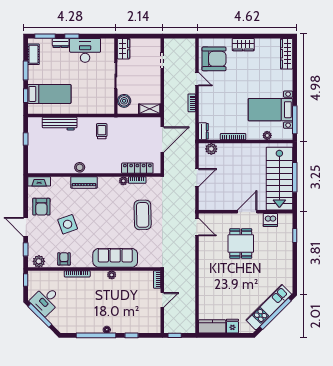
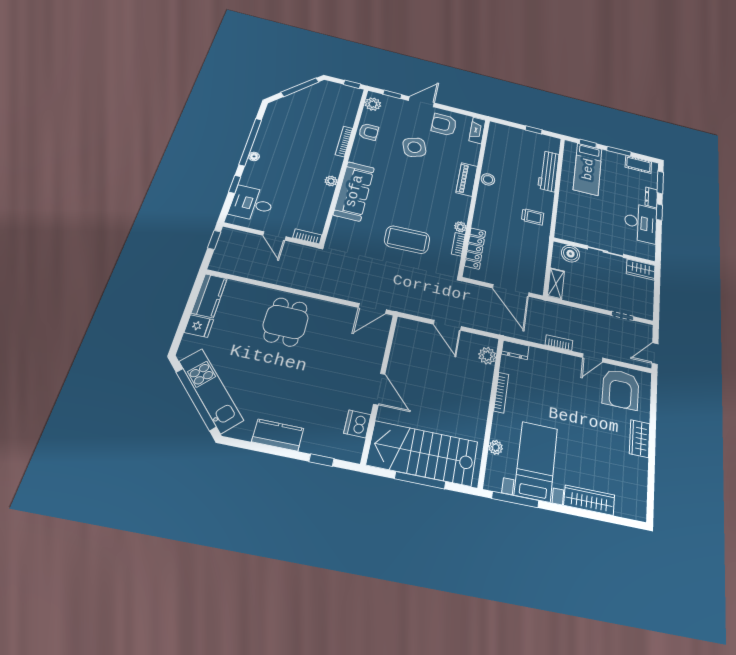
door: (184, 36) -> (655, 354), added
wardrobe: (287, 54) -> (589, 500), moved
dining table: (241, 244) -> (286, 322), moved, turned 90
kitchen counter: (286, 263) -> (278, 435), added
desk: (46, 300) -> (252, 204), moved, turned -45

